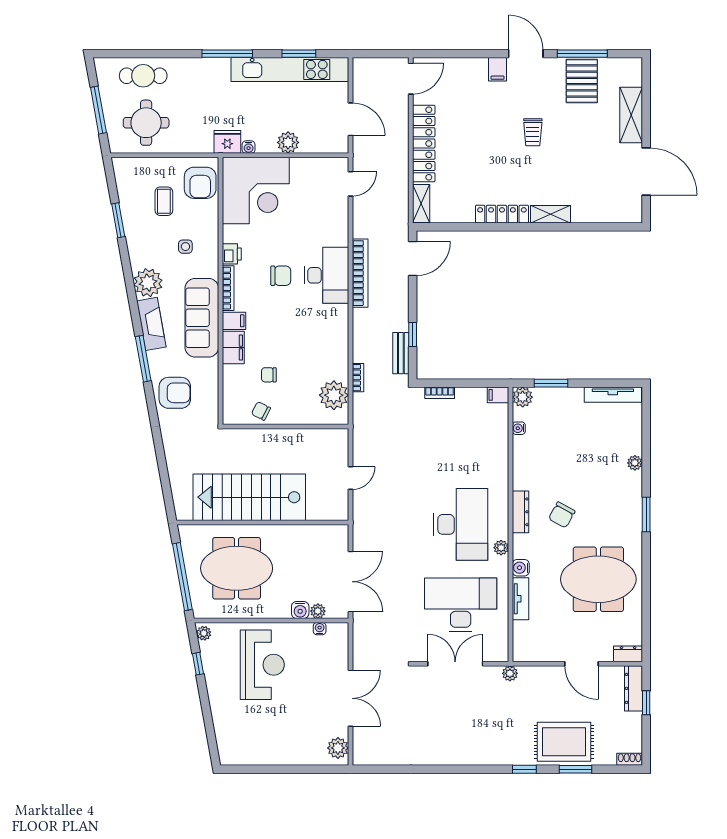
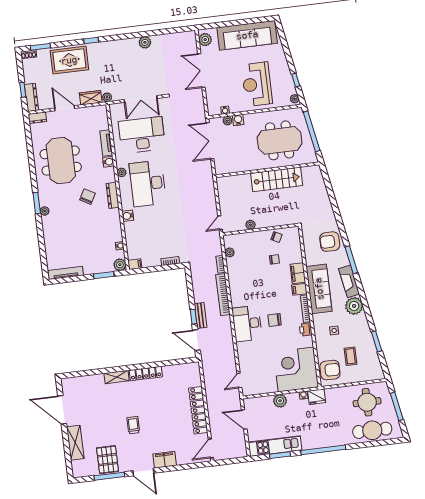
window: (227, 54) -> (323, 450), width x1.46
kitchen unit: (290, 69) -> (275, 446), width x0.73
filing cabinet: (498, 69) -> (165, 460), width x2.00
cafe table: (143, 76) -> (372, 430), width x1.37, depth x1.35
armchair: (200, 183) -> (330, 370), turned 90
shelving: (421, 203) -> (195, 374), removed
door: (413, 259) -> (196, 340), hinge flipped
bookcase: (360, 273) -> (223, 295), moved
window: (413, 335) -> (194, 317), moved
bench: (401, 353) -> (201, 316), moved
plant: (334, 395) -> (230, 252), width x0.53, depth x0.53
plant: (301, 436) -> (250, 225), added
plant: (635, 463) -> (45, 211), moved
water cooler: (500, 475) -> (128, 216), added
door: (350, 478) -> (220, 223), moved
stairs: (249, 497) -> (277, 179), width x0.73, depth x0.66
meeting table: (598, 579) -> (61, 161), turned 90
desk: (461, 605) -> (142, 135), turned 180
wardrobe: (537, 676) -> (91, 98), added
sofa: (268, 746) -> (247, 35), added
plant: (437, 755) -> (145, 42), added
window: (576, 769) -> (40, 47), moved

